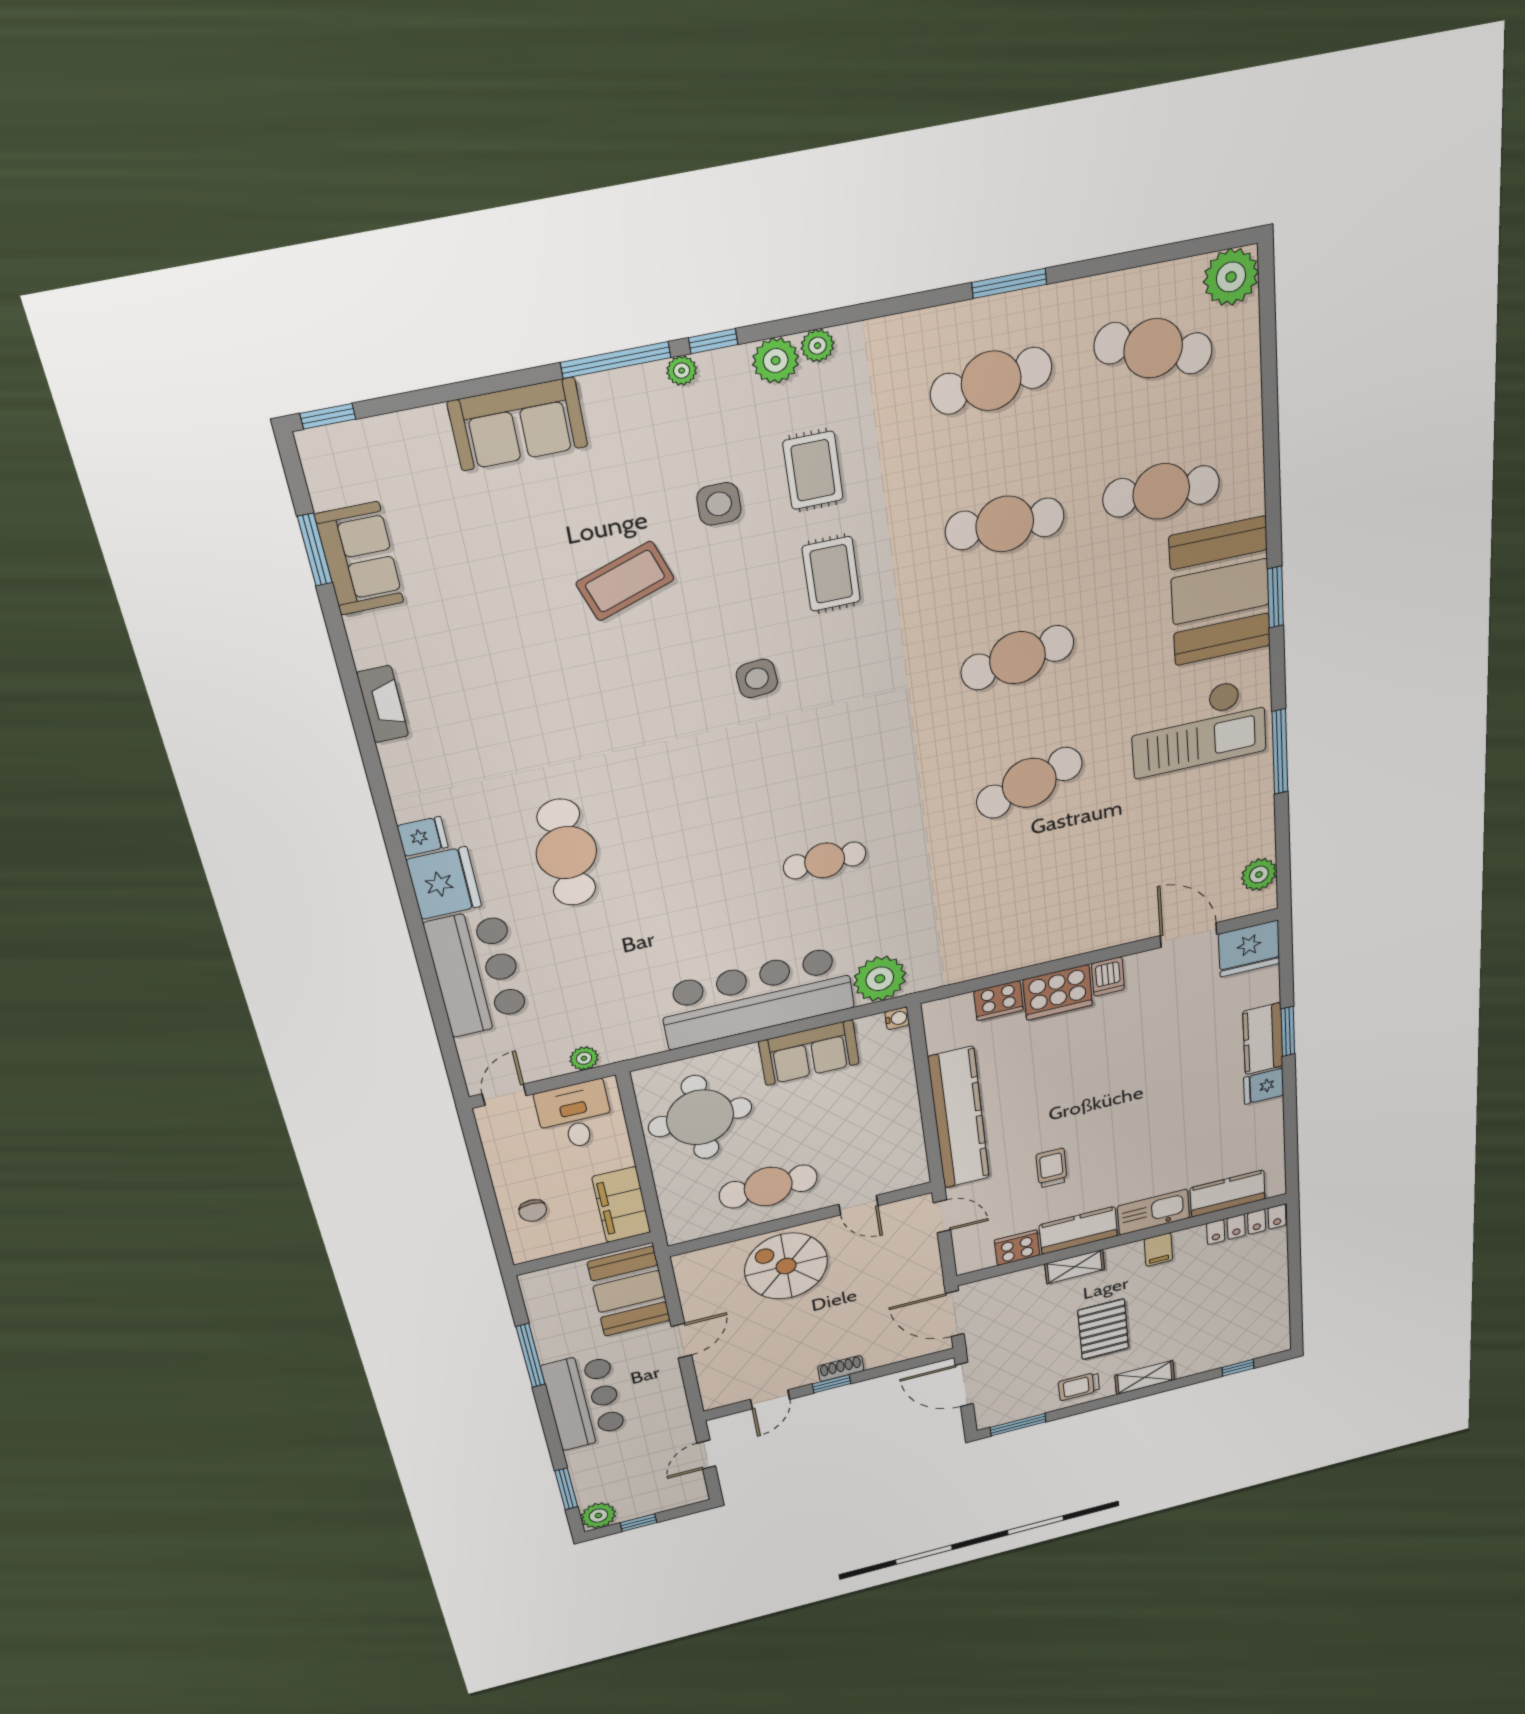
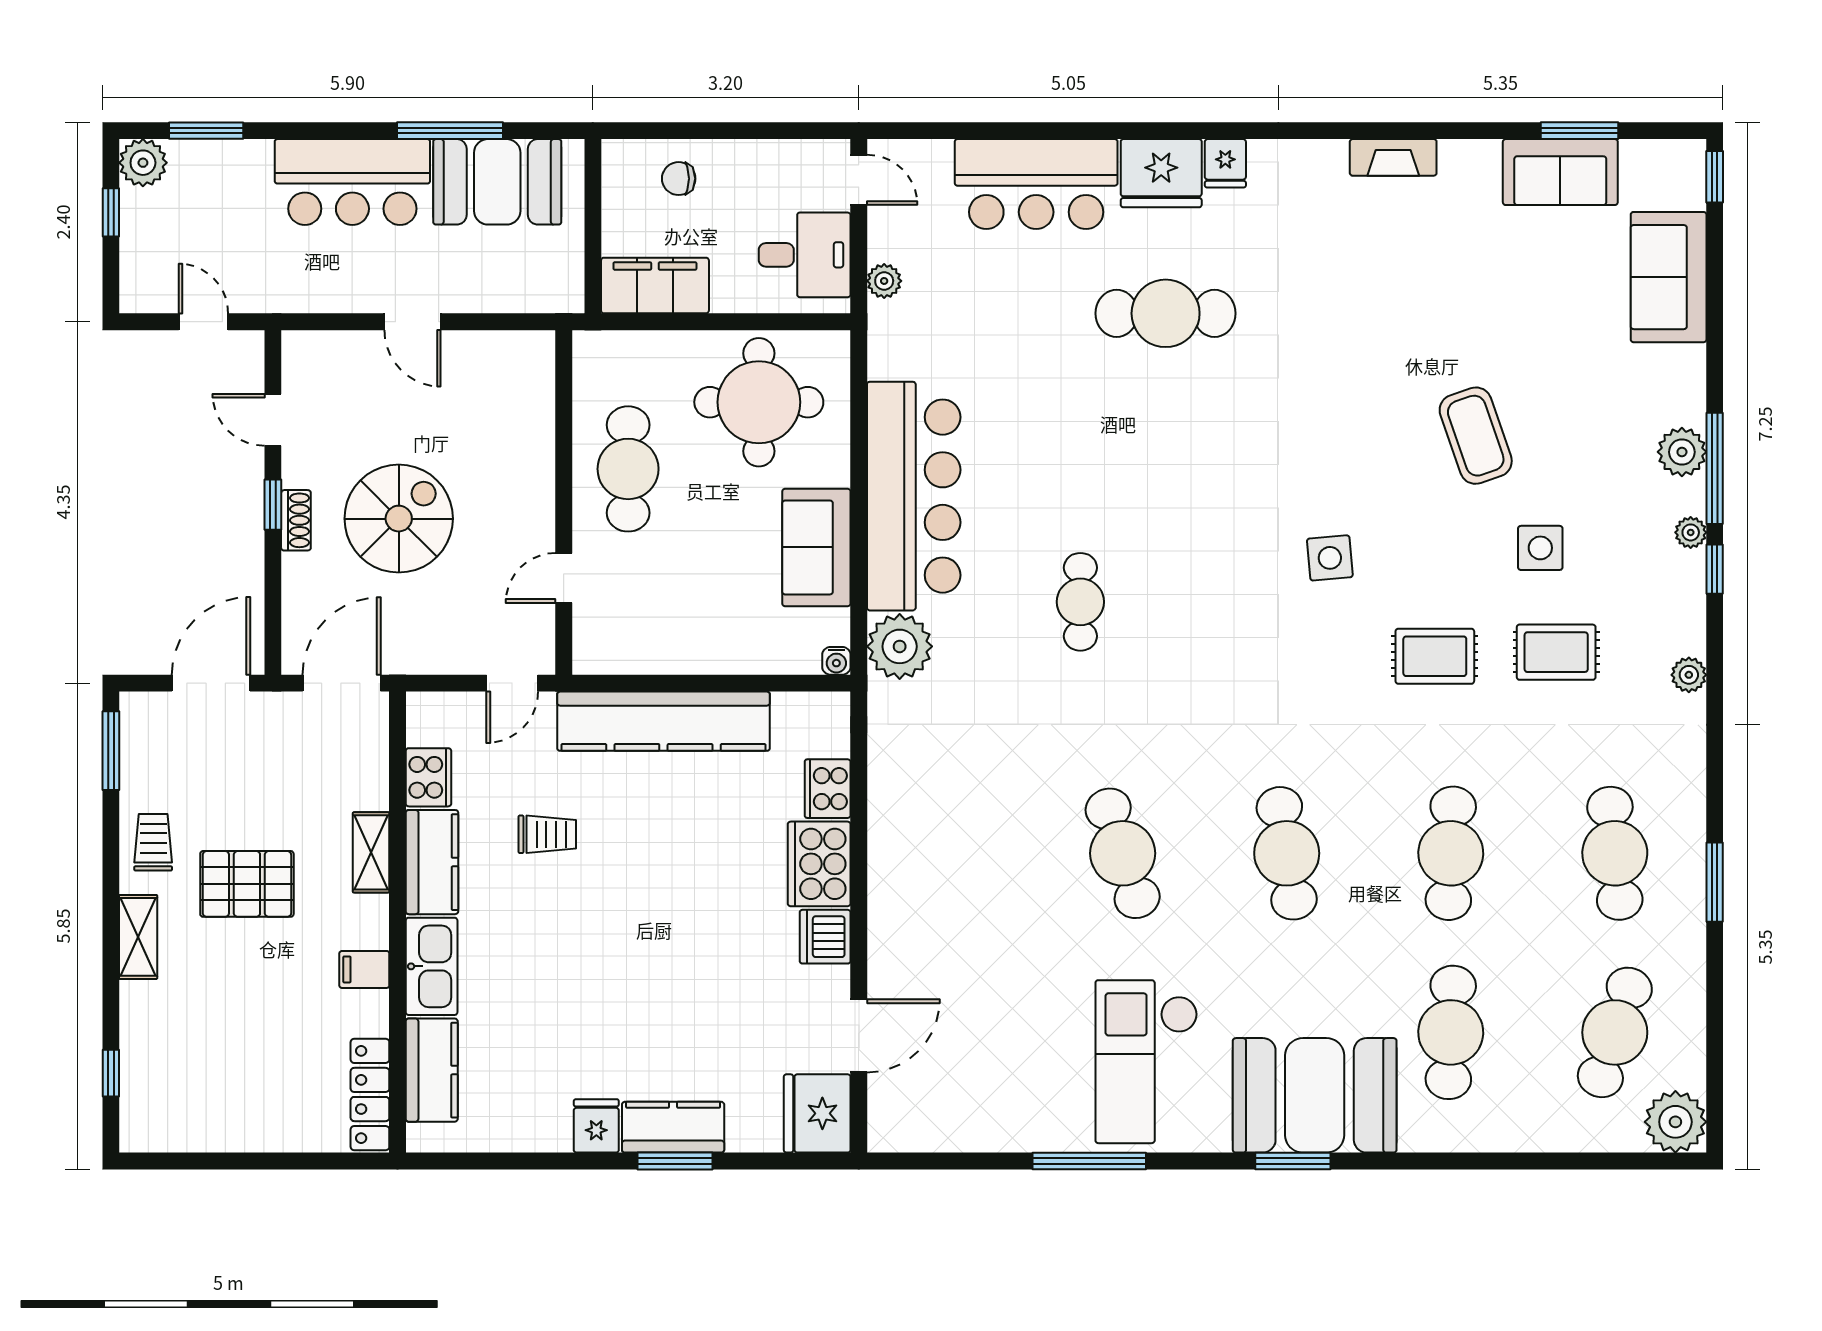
plant: (776, 360) -> (1682, 452), moved
sofa: (518, 424) -> (1669, 277), moved
plant: (1259, 875) -> (923, 1130), removed
dishwasher: (1108, 977) -> (825, 937), width x1.38
spiral stairs: (786, 1266) -> (399, 519), moved
booth: (629, 1291) -> (497, 182), moved

